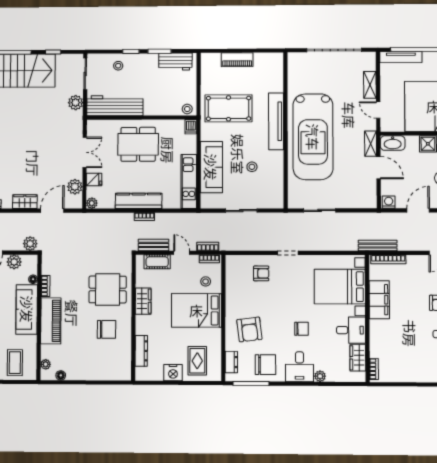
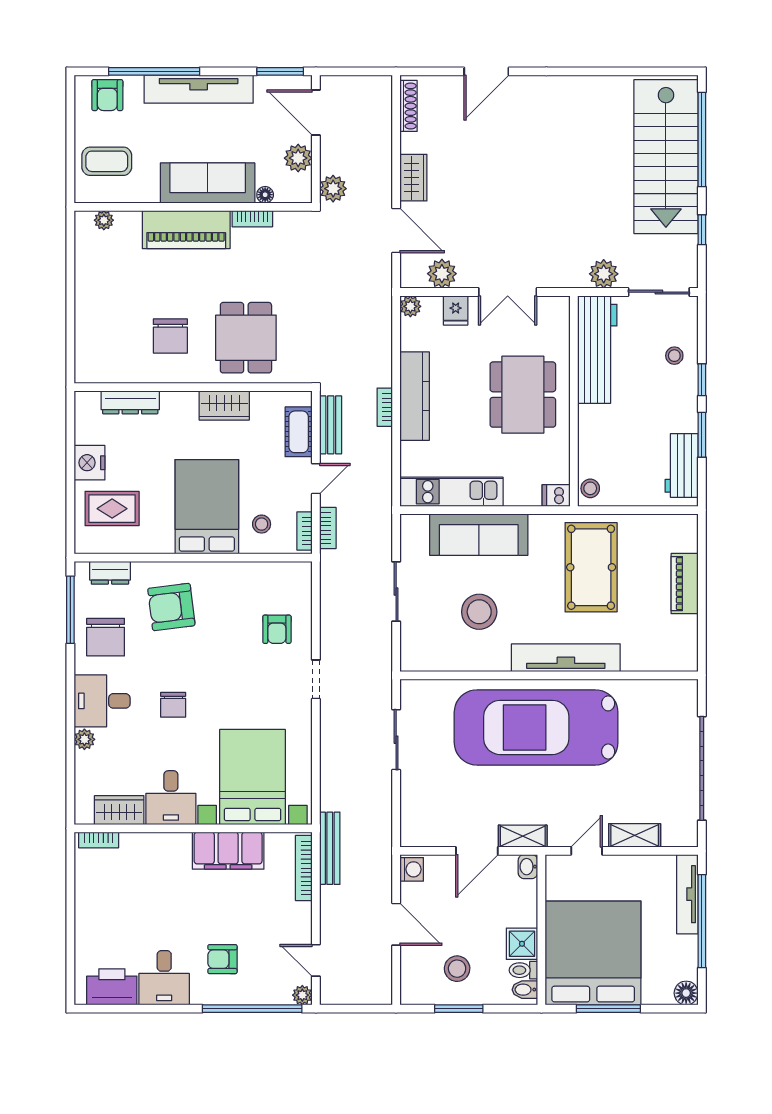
washbasin: (393, 143) -> (528, 867), width x0.52, depth x0.69
stool: (252, 167) -> (479, 612), width x1.89, depth x1.89
floor lamp: (61, 375) -> (83, 249), removed

